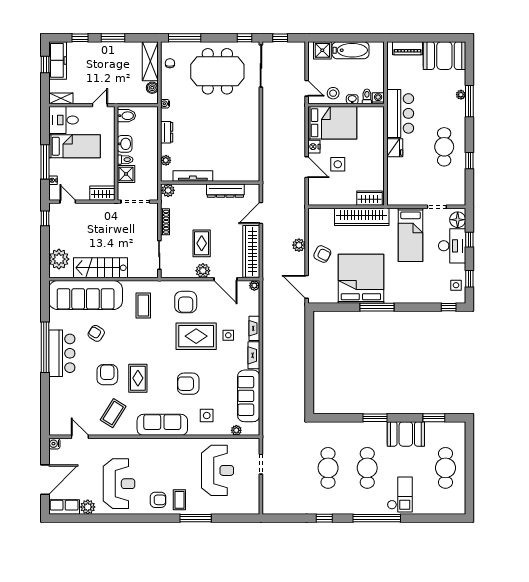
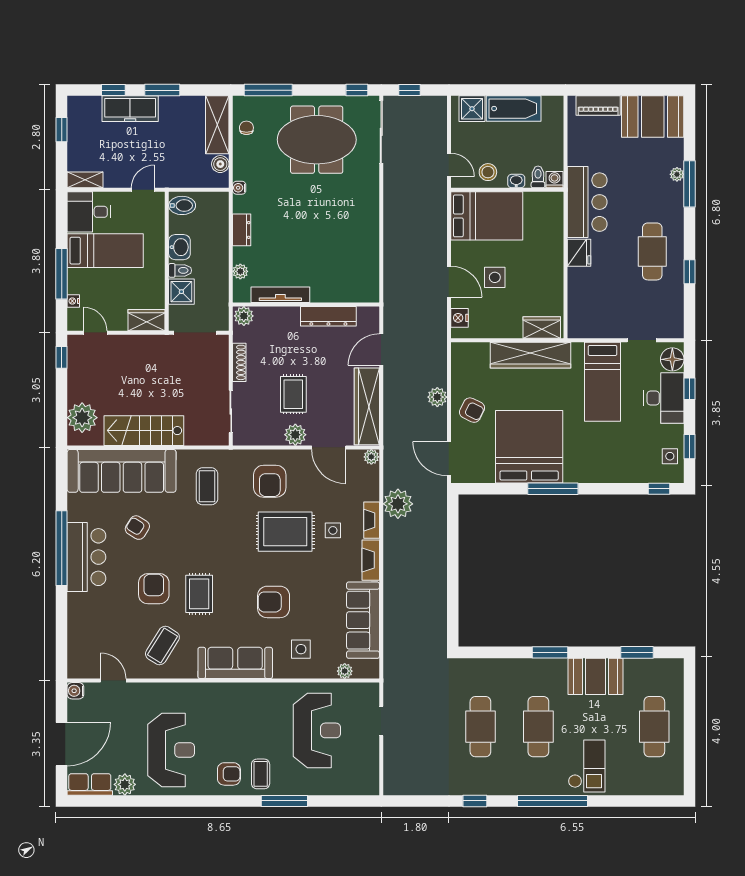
freezer: (58, 60) -> (130, 109), moved, turned 90
nightstand: (314, 147) -> (459, 318), moved
plant: (272, 317) -> (398, 504), added

